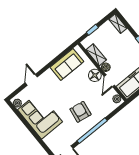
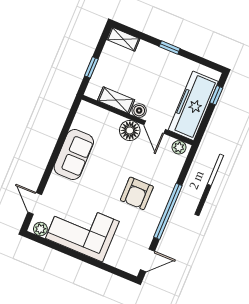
sofa: (67, 64) -> (74, 155), moved
door: (31, 80) -> (35, 203), moved
armchair: (80, 112) -> (137, 193), turned -99

